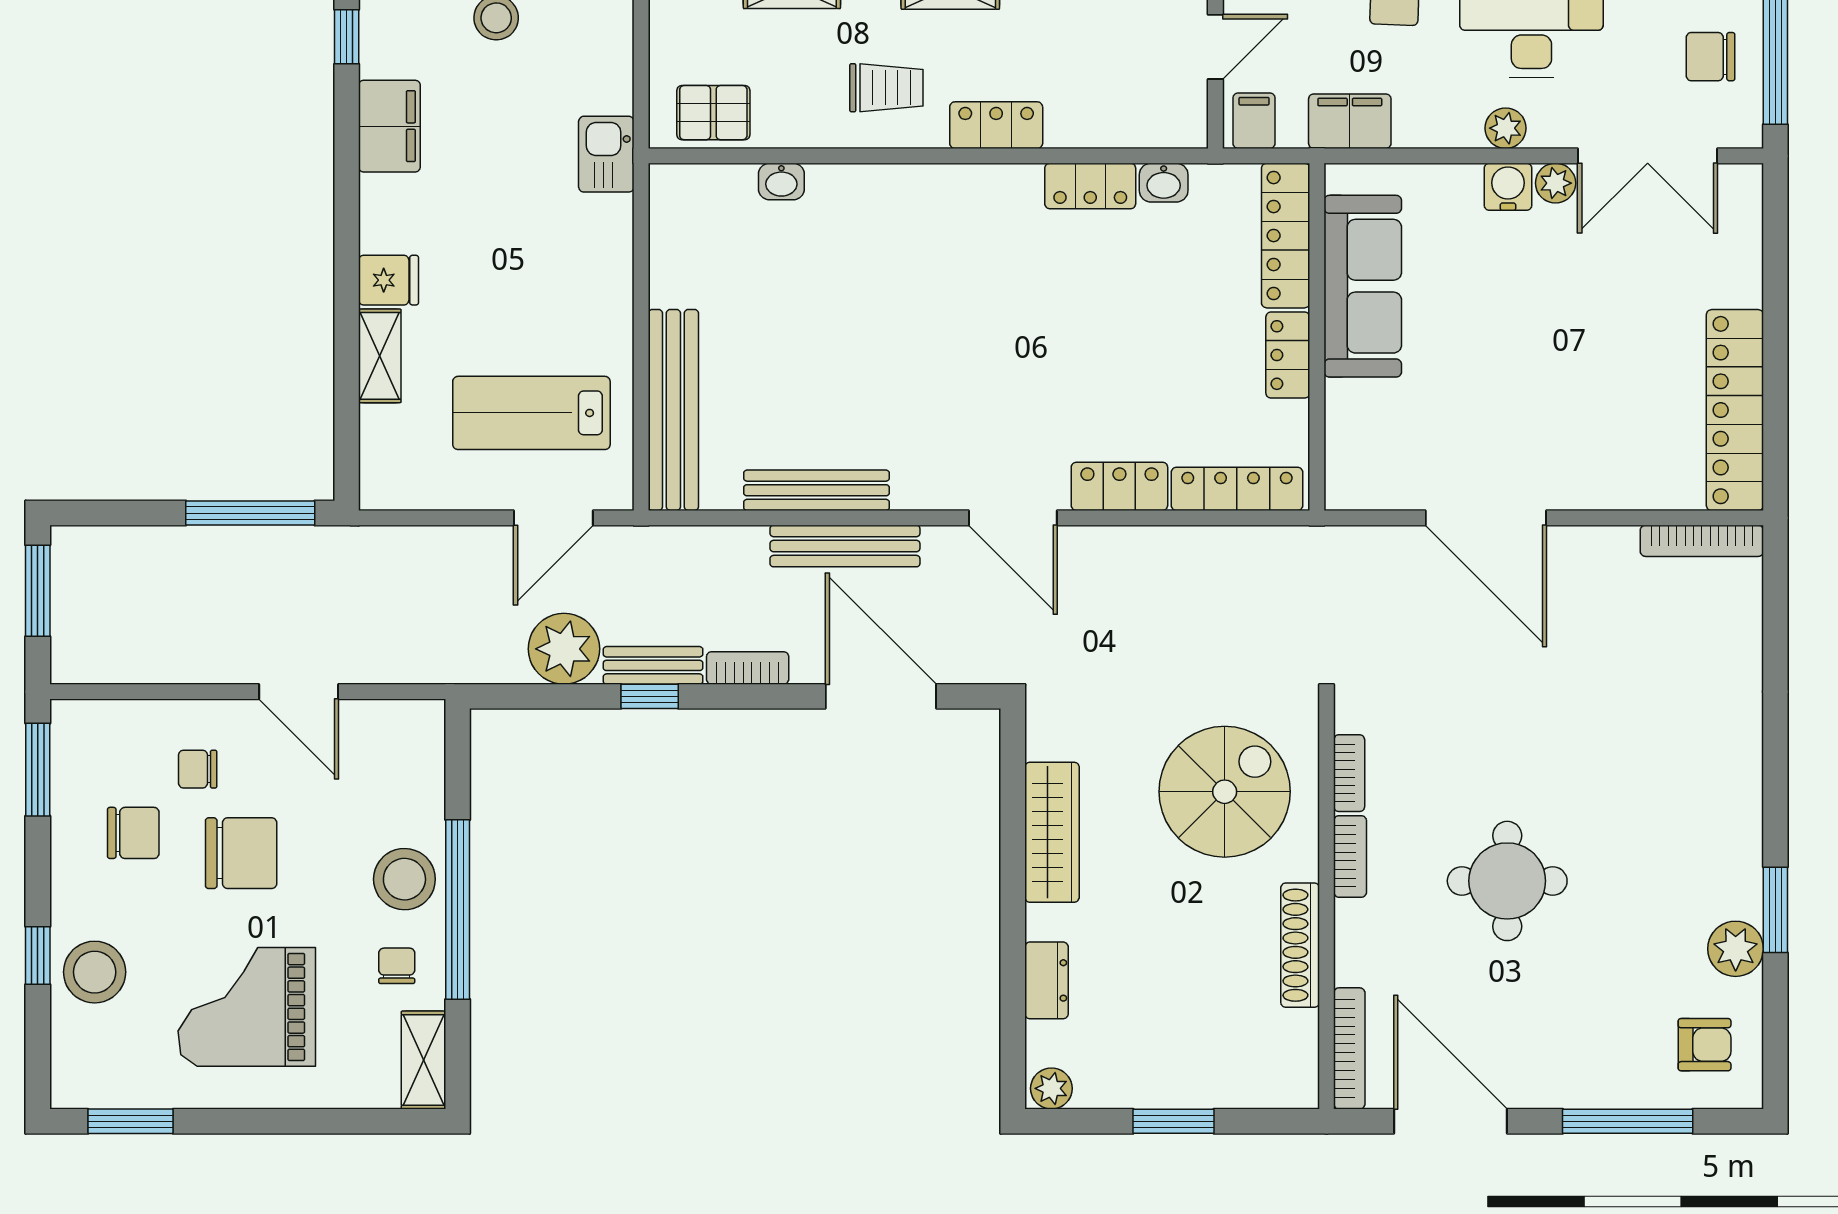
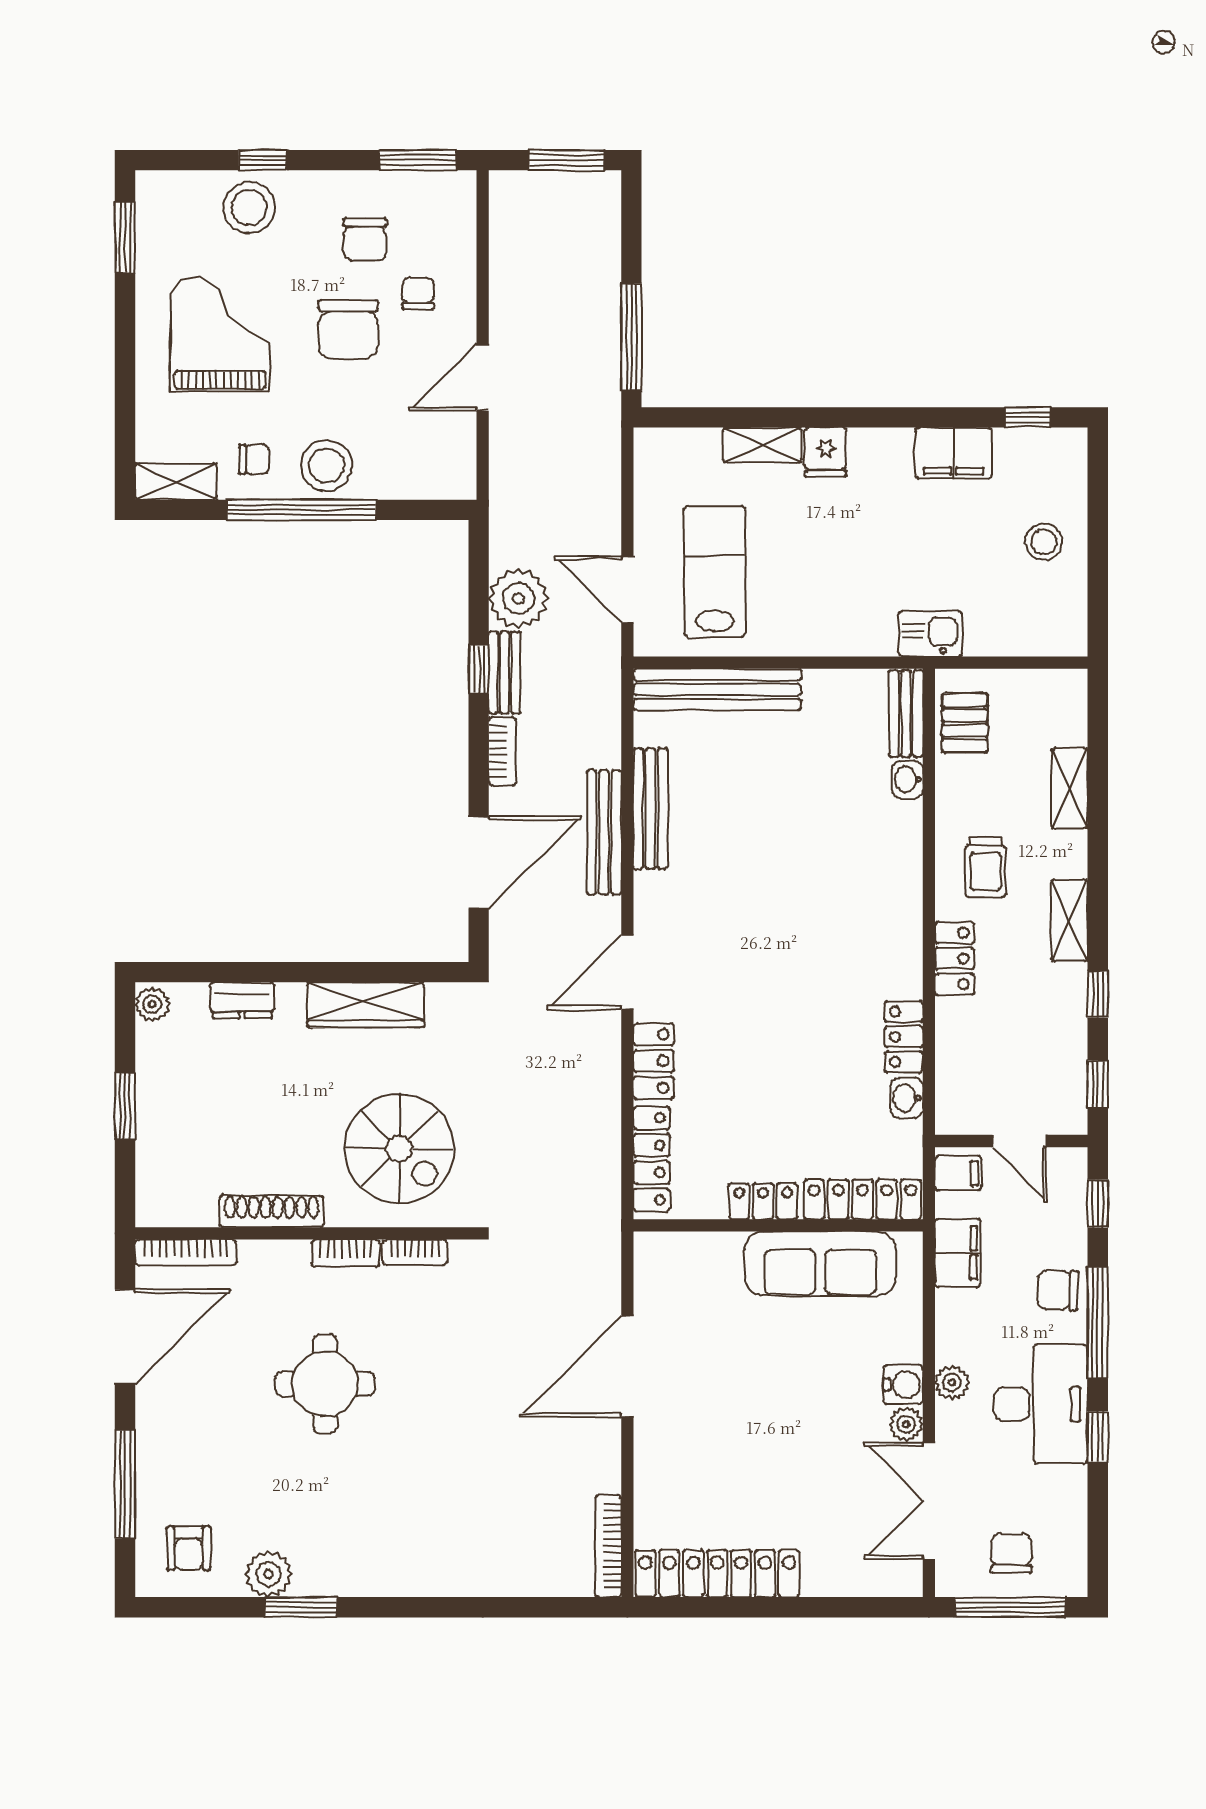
bench: (702, 183) -> (906, 714), added

